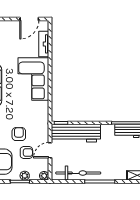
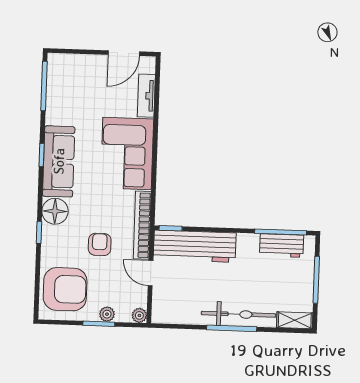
bookcase: (44, 122) -> (142, 225), added
door: (50, 150) -> (151, 273), hinge flipped
armchair: (26, 153) -> (111, 276), removed
bicycle: (78, 173) -> (238, 314), moved

